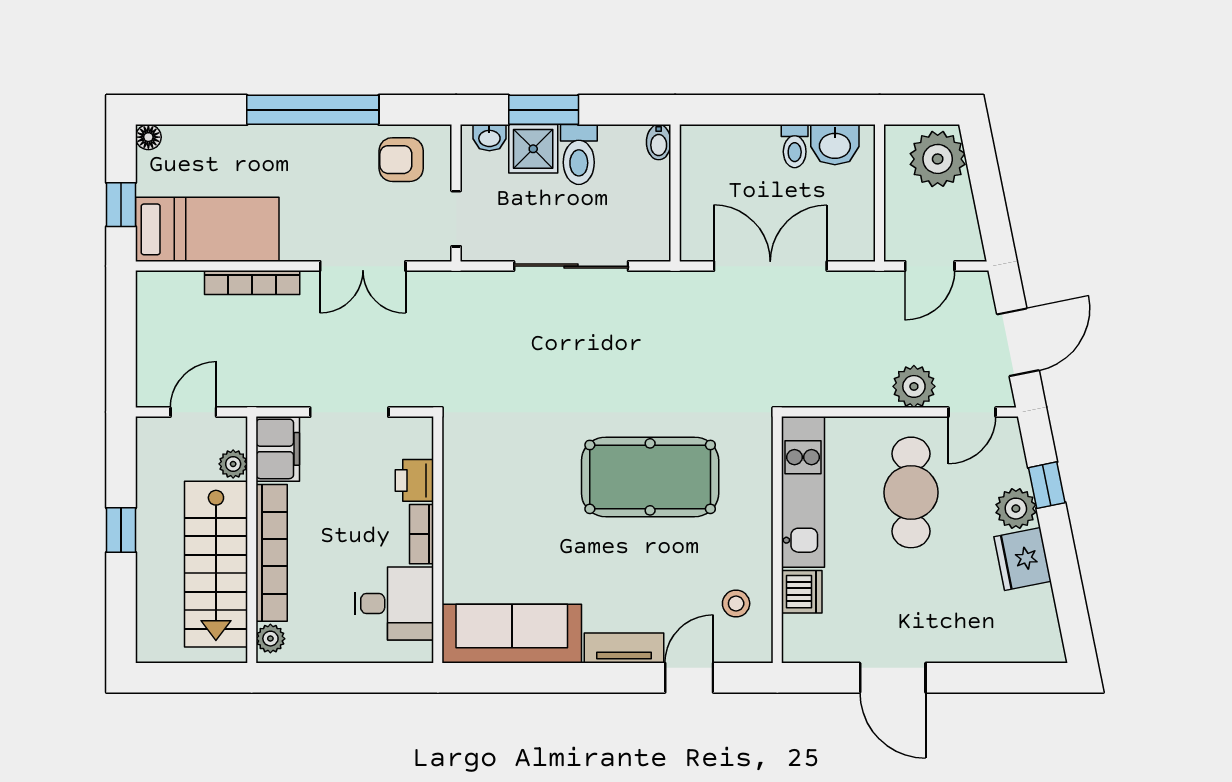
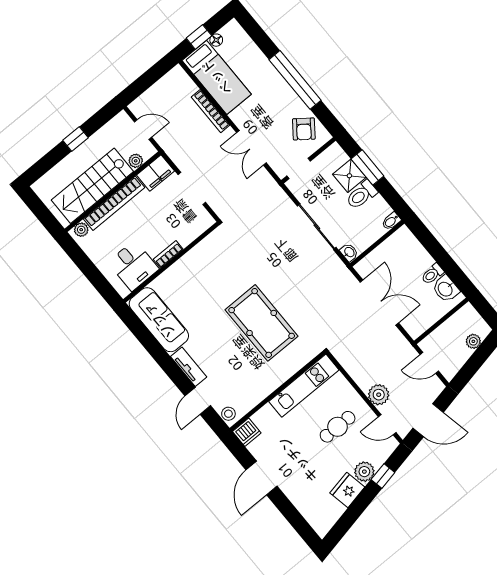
floor lamp: (148, 137) -> (216, 40), moved
washbasin: (489, 138) -> (349, 252), moved, turned 180
plant: (938, 159) -> (473, 341), width x0.53, depth x0.53
armchair: (401, 160) -> (304, 129), turned -143
printer: (414, 480) -> (186, 235), removed
cafe table: (911, 492) -> (338, 427), width x0.73, depth x0.74
dishwasher: (802, 592) -> (247, 432), moved
stool: (736, 603) -> (228, 414), moved
door: (689, 678) -> (198, 401), swing flipped

